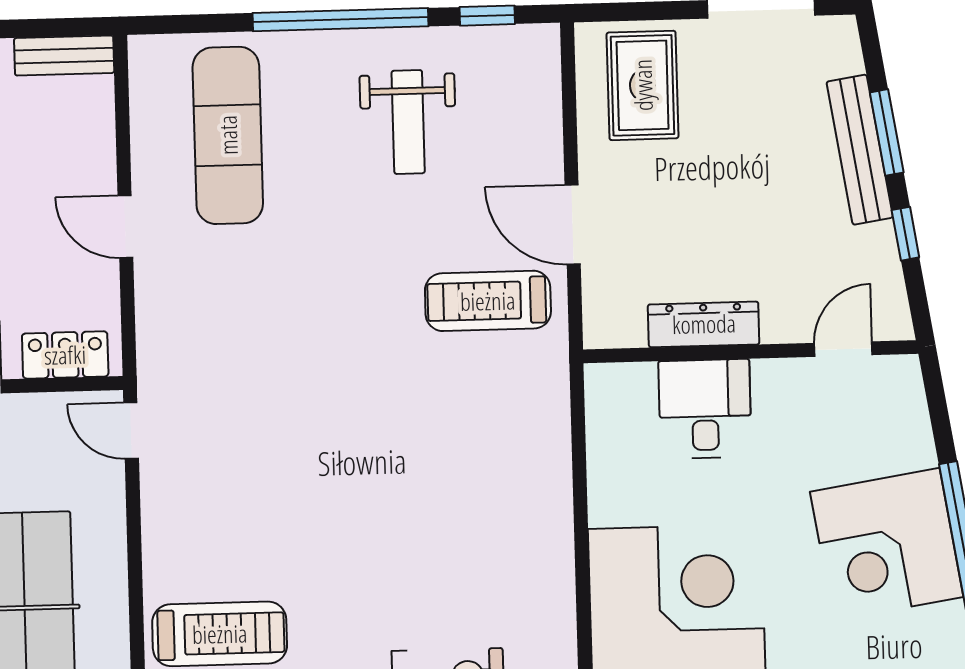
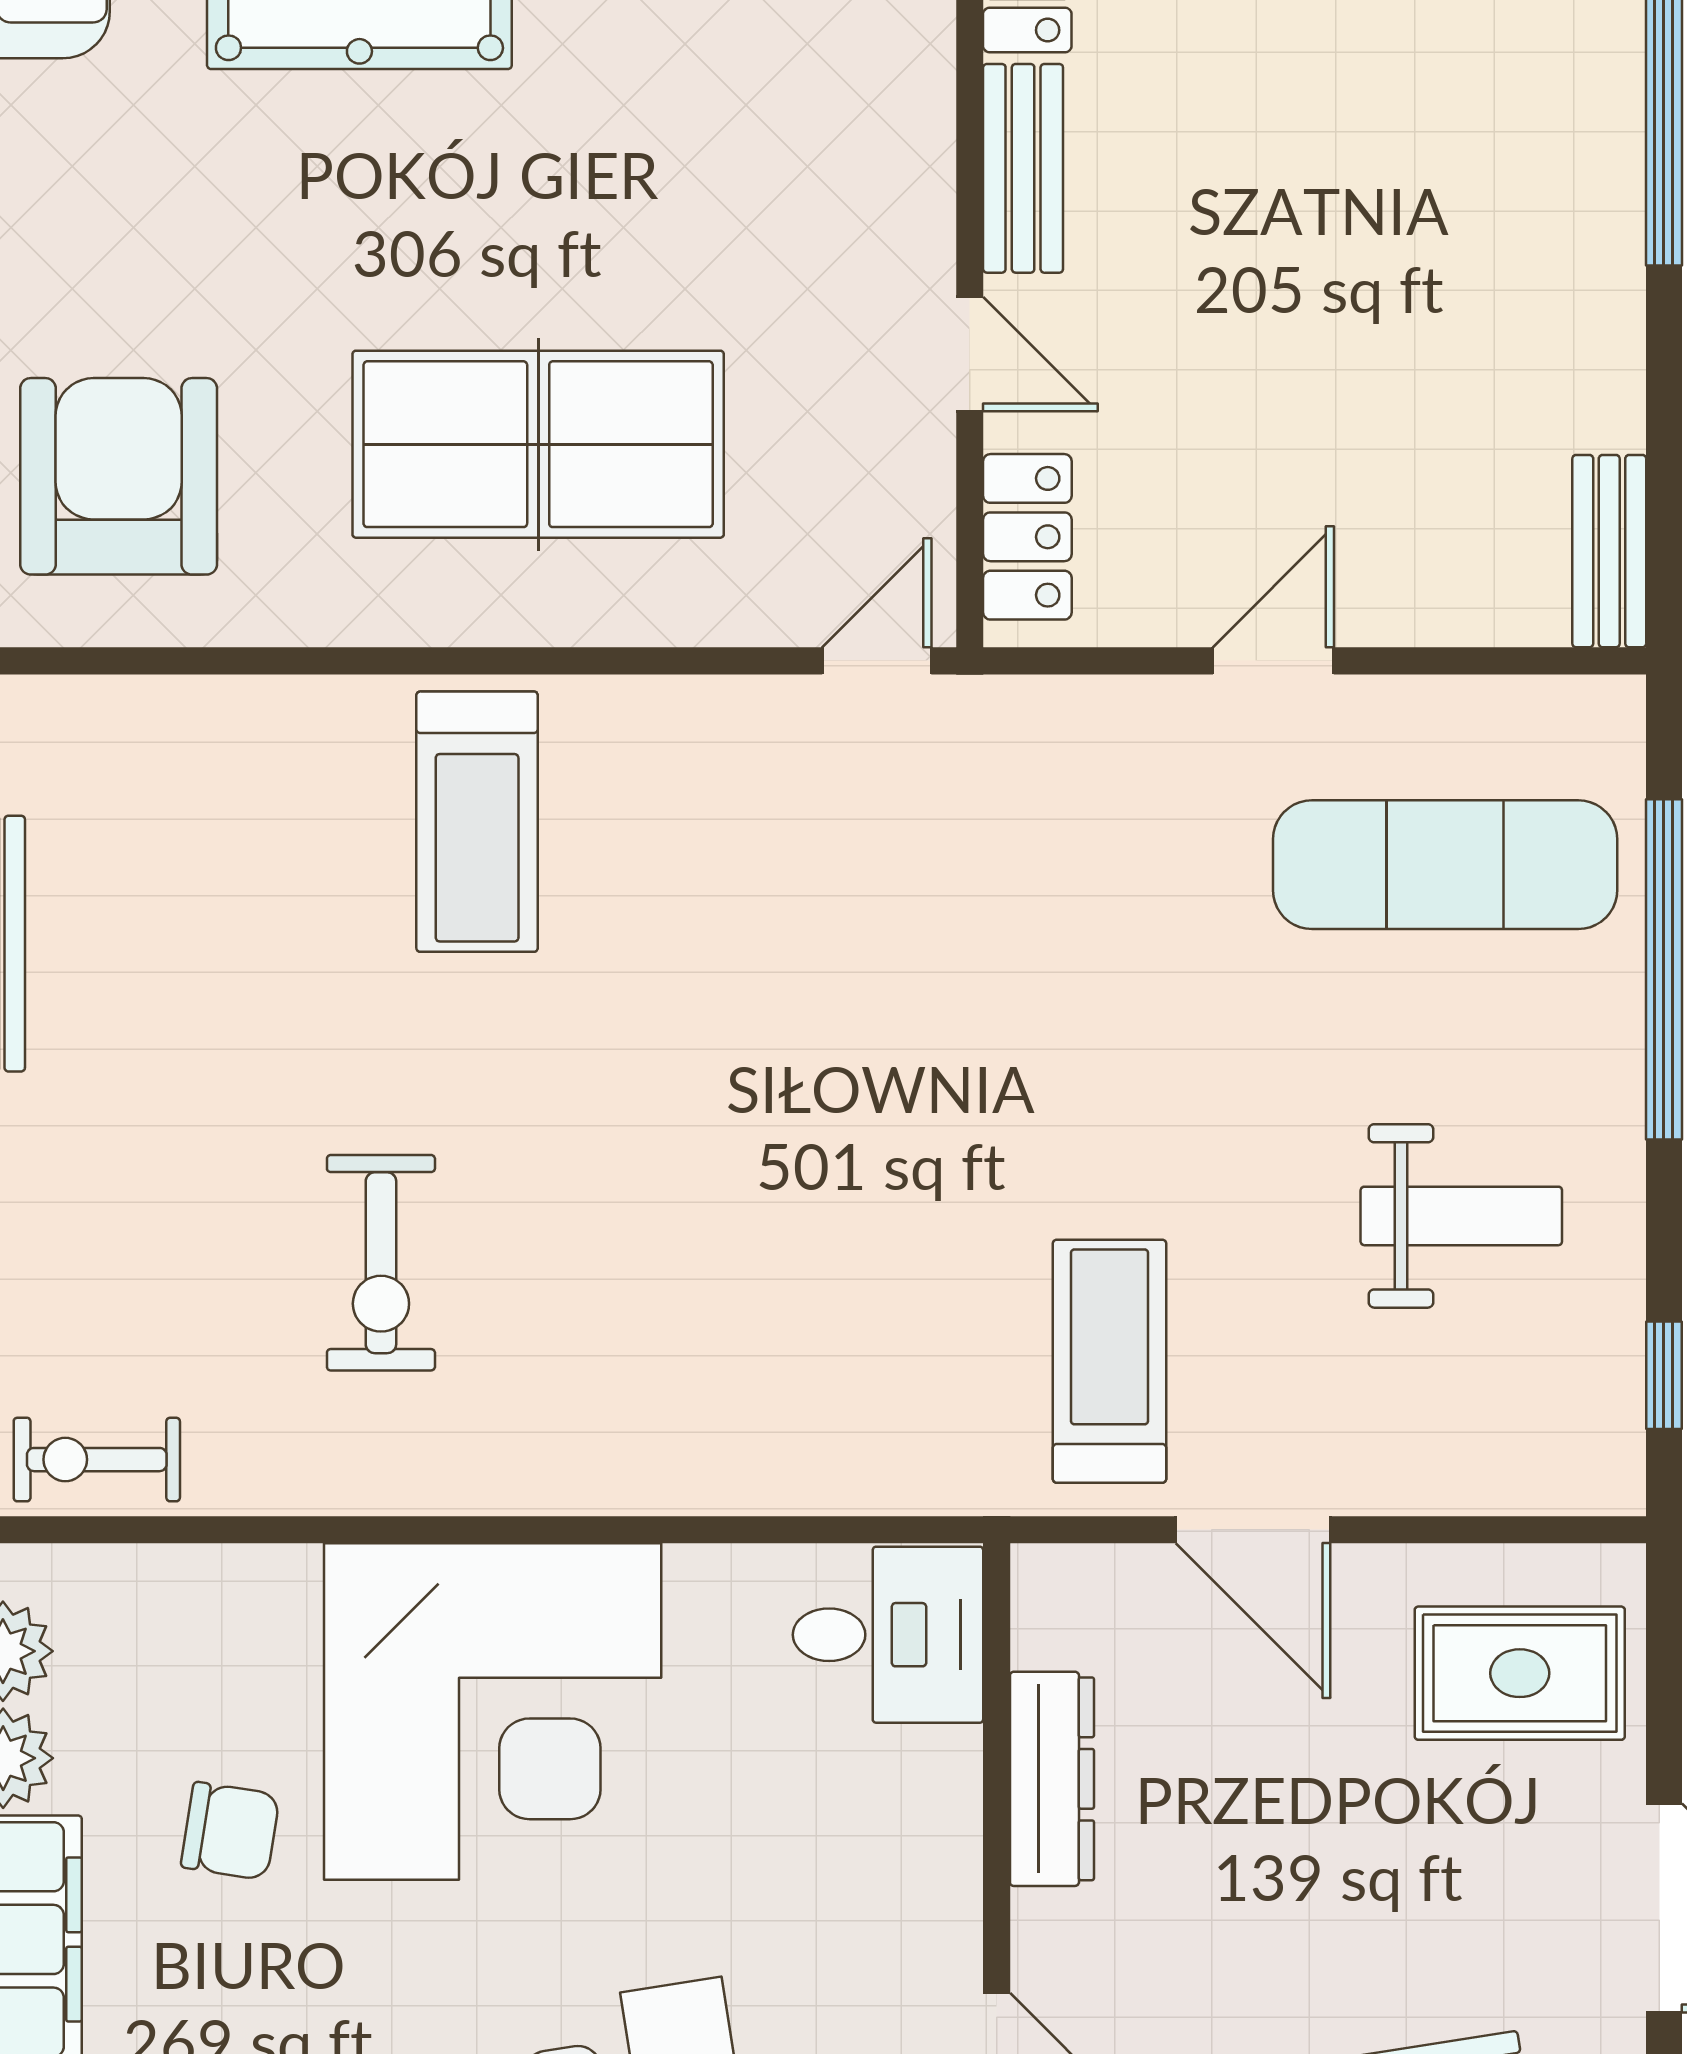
window: (340, 20) -> (1664, 969), moved
weight bench: (408, 122) -> (1461, 1216), turned 180
door: (573, 225) -> (1253, 1530), swing flipped
desk: (705, 409) -> (888, 1635), moved

